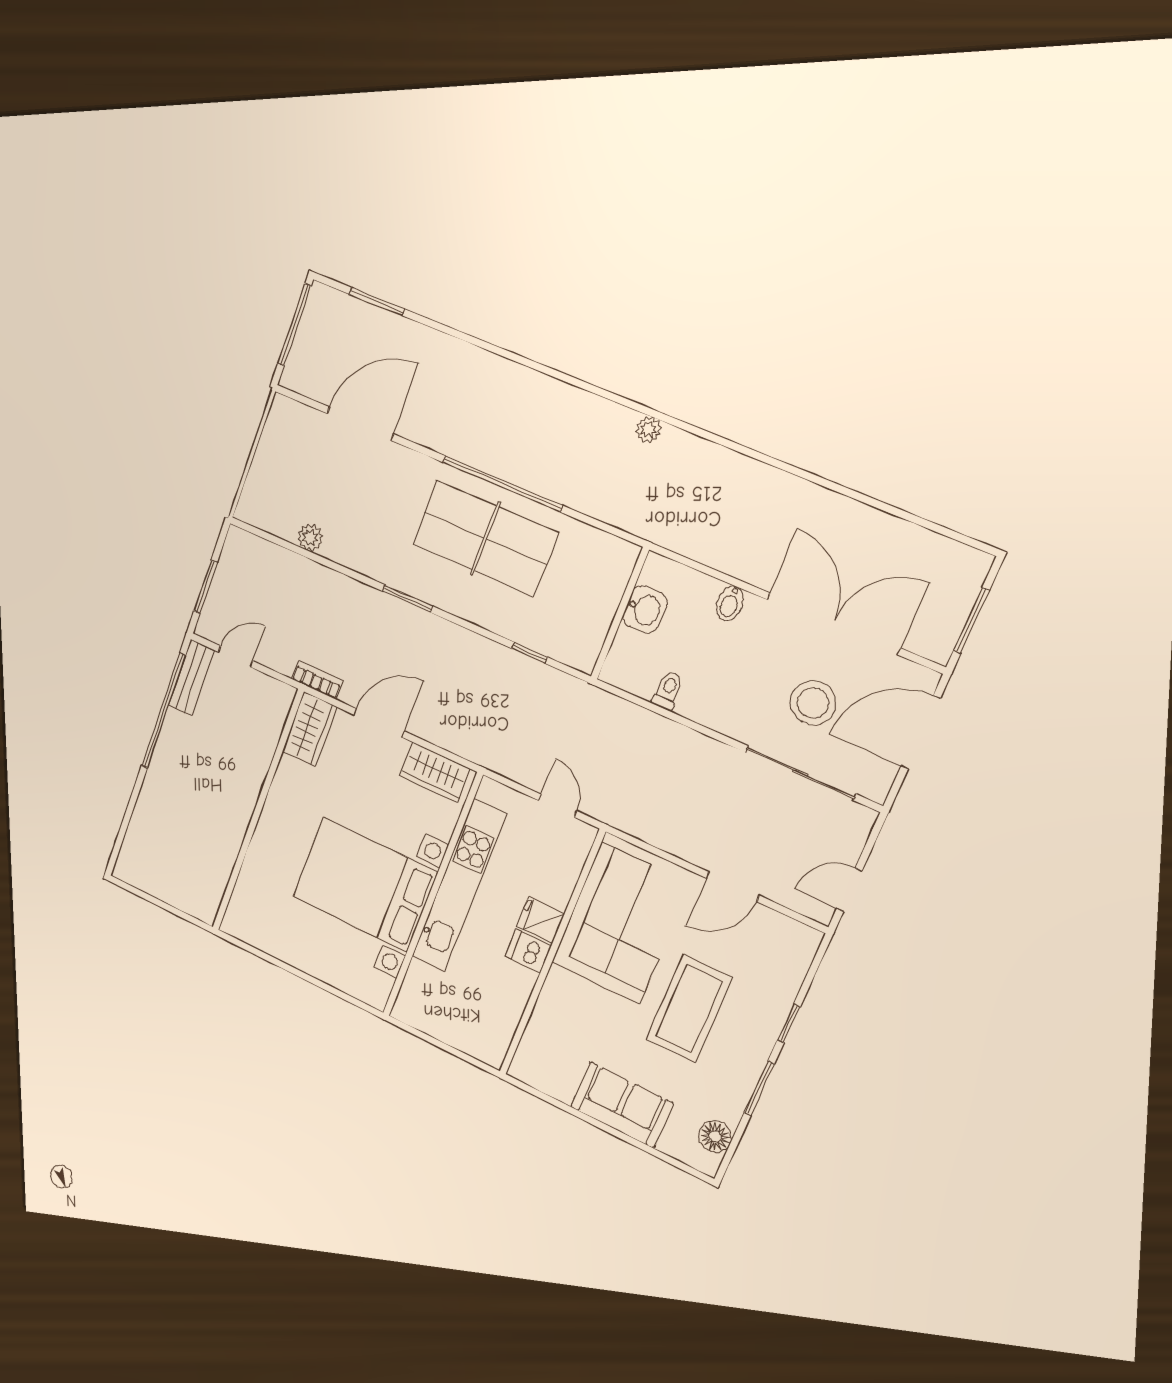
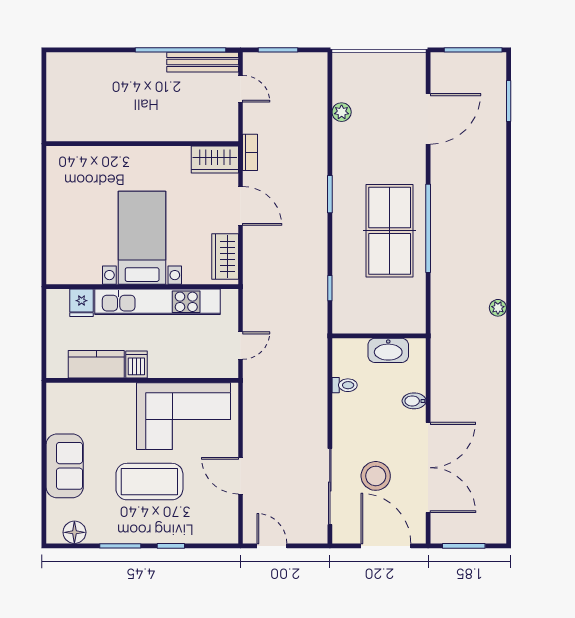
door: (360, 424) -> (428, 119), hinge flipped
washbasin: (645, 609) -> (388, 350), width x1.38
bench: (191, 678) -> (203, 62), width x1.36
bed with nightstands: (365, 884) -> (142, 238), width x0.73
fridge: (540, 920) -> (82, 303), moved, turned 180
kitchen counter: (507, 1001) -> (96, 364), added

